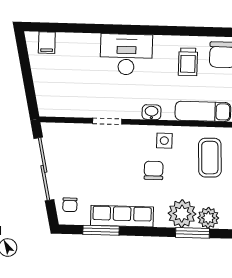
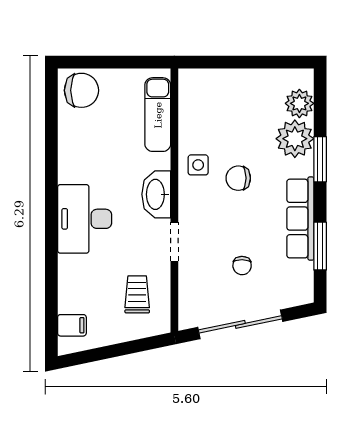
trolley: (188, 62) -> (137, 294), moved, turned -90
washbasin: (151, 112) -> (156, 194), width x1.91, depth x1.45
coffee table: (210, 158) -> (219, 104), removed
chair: (70, 205) -> (242, 266), moved, turned 91
window: (192, 233) -> (320, 159), moved

